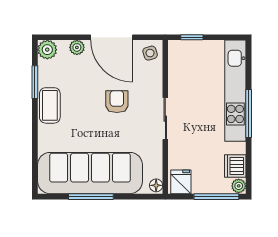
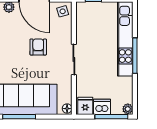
dishwasher: (235, 166) -> (102, 107), moved, turned 90

